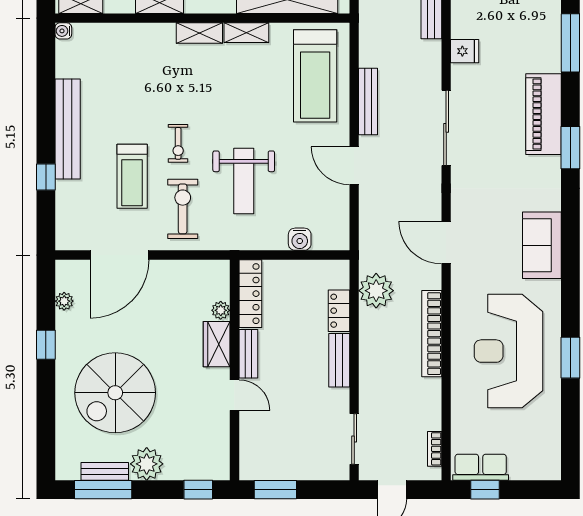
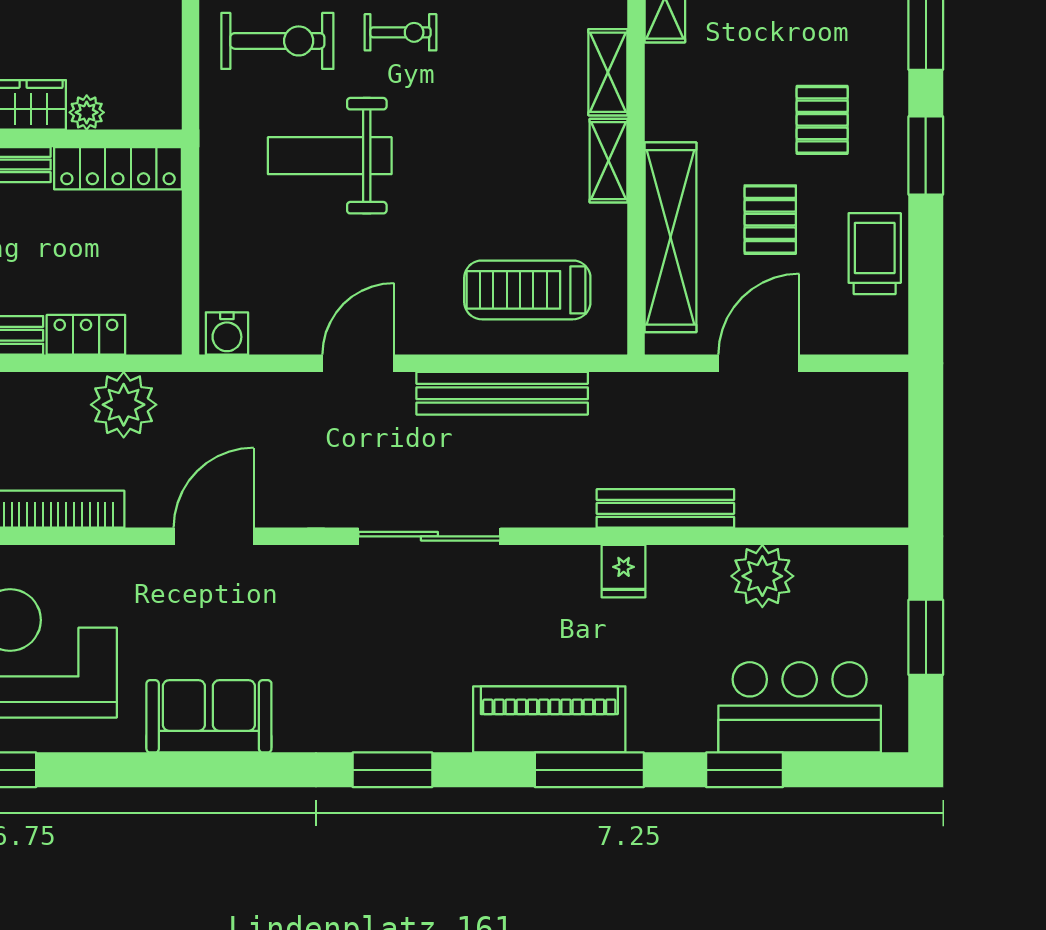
fridge: (465, 51) -> (624, 571), moved
treadmill: (315, 76) -> (527, 290), width x0.73, depth x0.73
bench: (368, 102) -> (502, 393), width x1.37, depth x1.21
piano: (544, 114) -> (549, 719), moved
exercise bike: (178, 143) -> (400, 32), turned 180
water cooler: (300, 239) -> (227, 333), moved, turned -90

